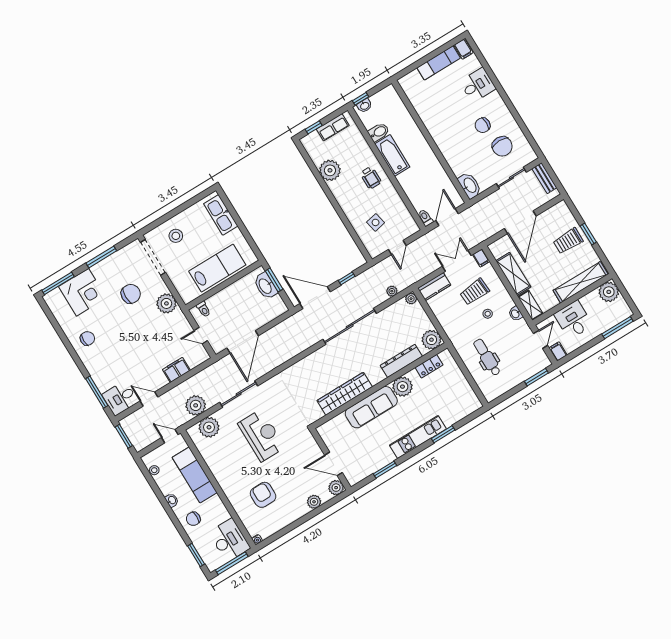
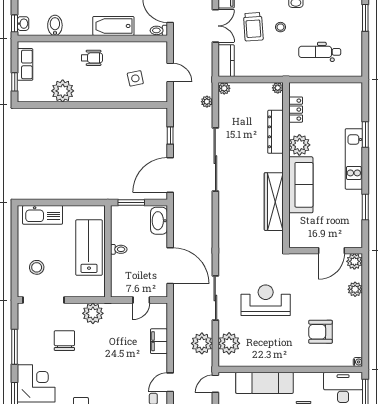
bathtub: (392, 155) -> (113, 26), moved
double door: (457, 261) -> (215, 26), swing flipped
washbasin: (266, 286) -> (159, 221), moved, turned 90
toilet: (204, 309) -> (119, 249), moved
plant: (431, 340) -> (278, 88), width x0.53, depth x0.53

